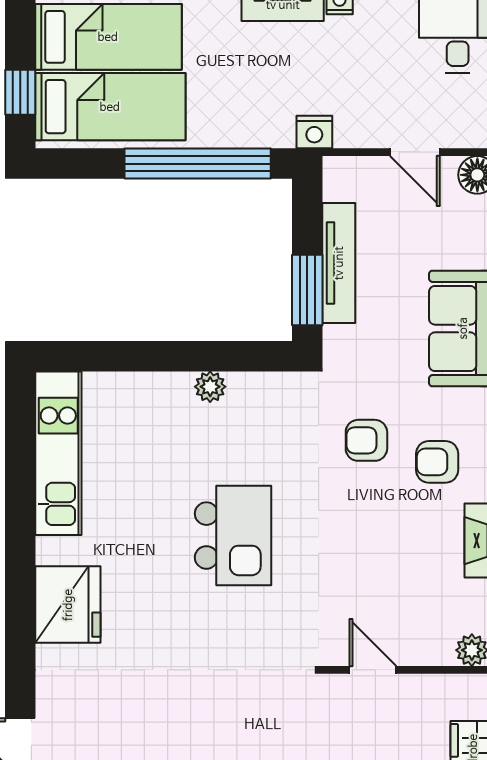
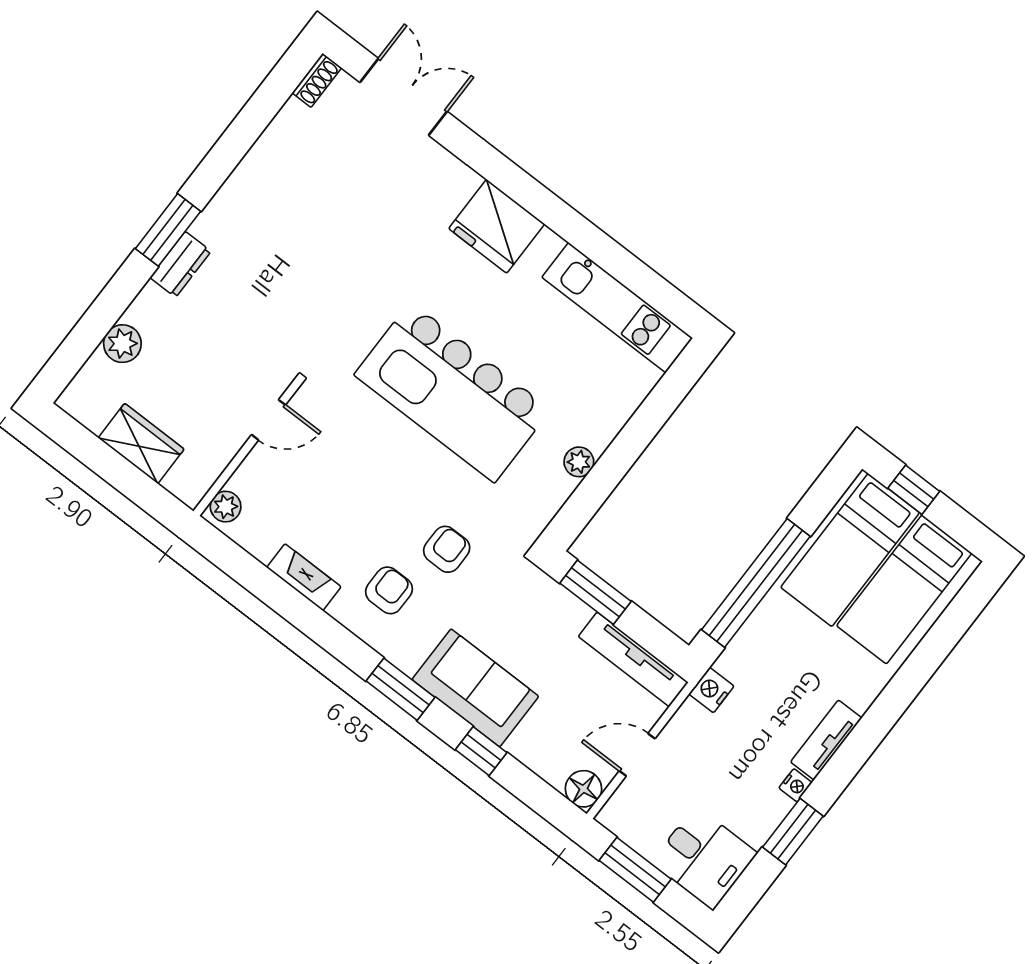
tv unit: (339, 263) -> (633, 659), moved
kitchen island: (233, 536) -> (452, 392), width x1.87, depth x1.28

